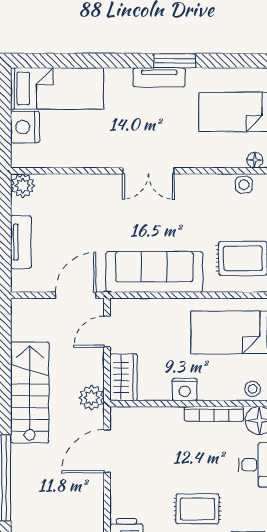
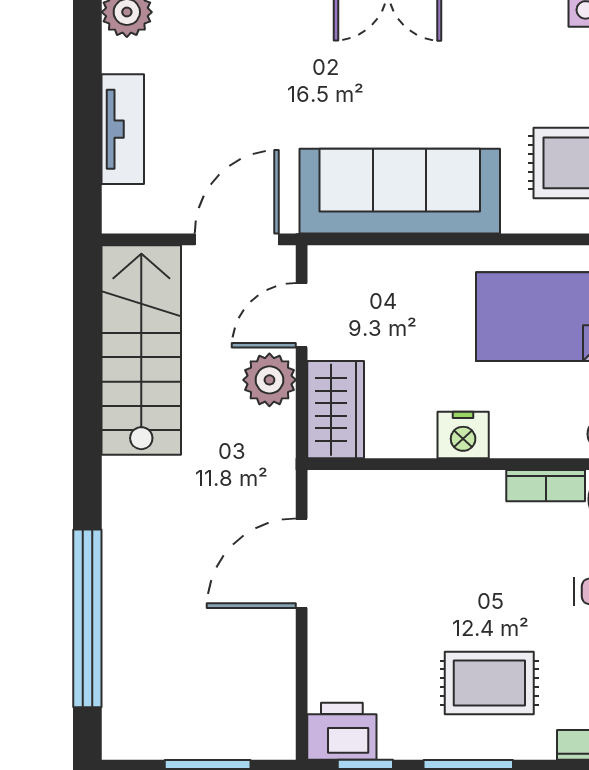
stairs: (30, 392) -> (141, 350), moved
plant: (92, 398) -> (269, 380), moved
bookcase: (214, 414) -> (546, 486), width x0.64

